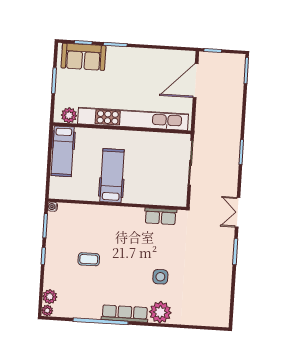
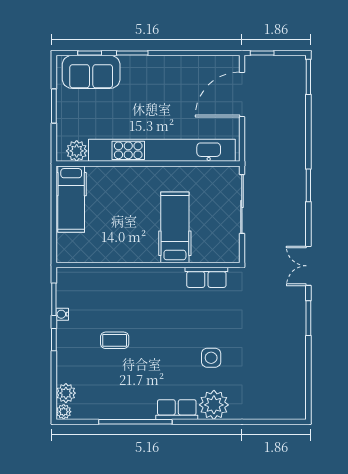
hospital bed: (112, 176) -> (175, 227), moved
water cooler: (53, 207) -> (62, 314), moved
row of seats: (125, 314) -> (177, 410), width x0.68

